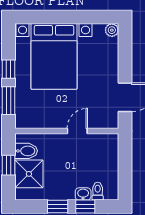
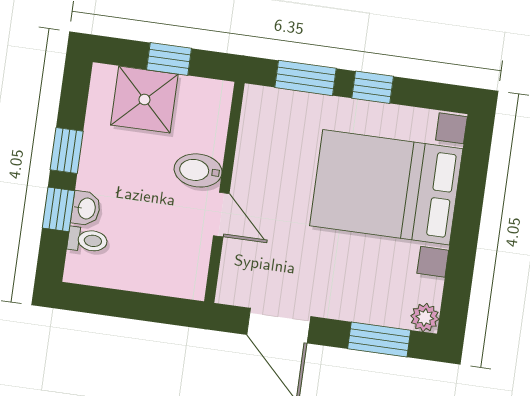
window: (125, 50) -> (379, 339), added
bidet: (26, 151) -> (198, 170), moved, turned 90

